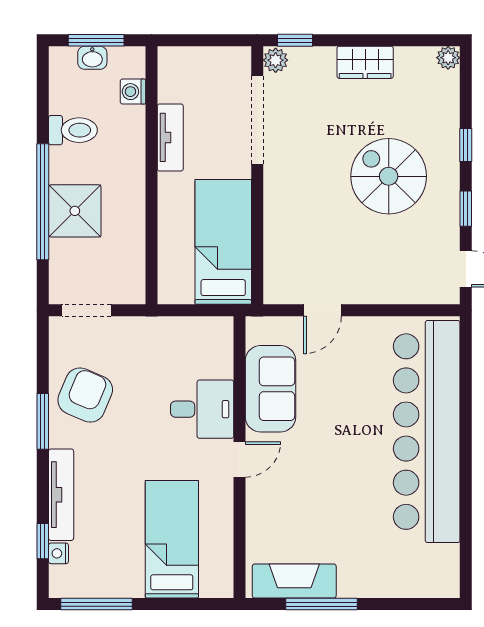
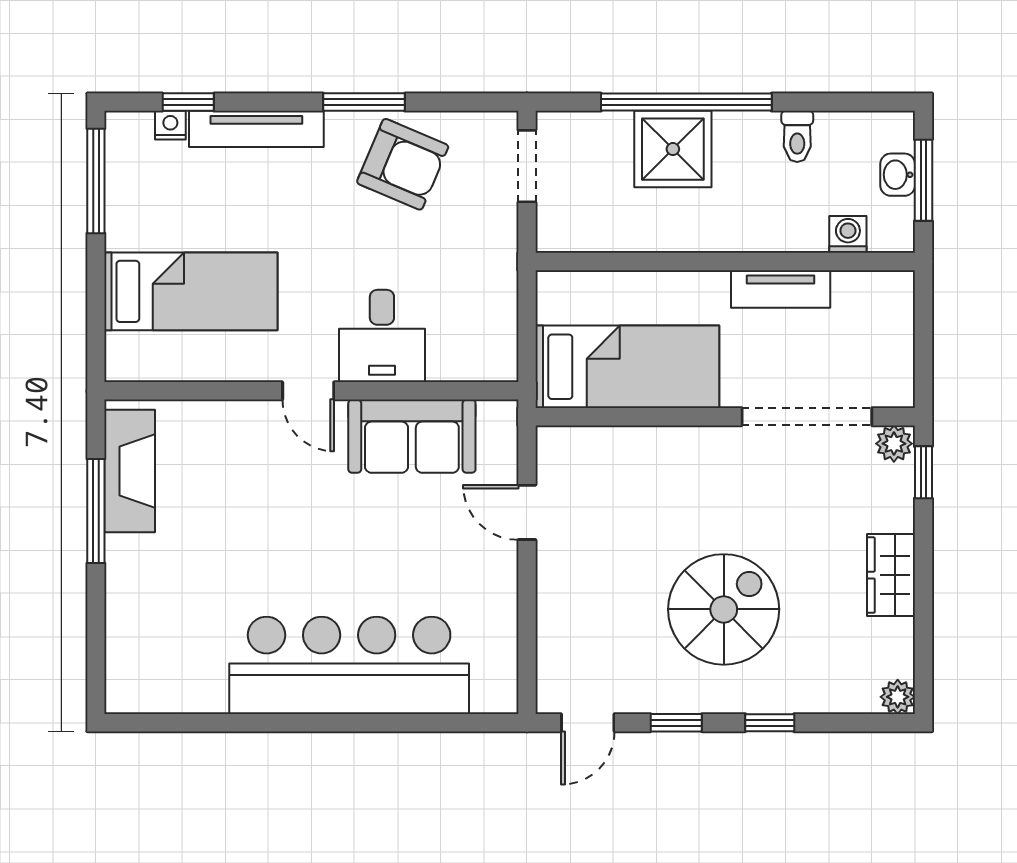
toilet: (73, 130) -> (797, 136), width x0.73, depth x0.72
bar counter: (427, 432) -> (349, 665), width x0.73

